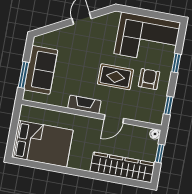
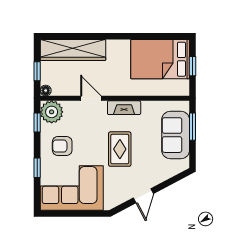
rug: (115, 77) -> (120, 149), moved, turned 90
armchair: (149, 79) -> (62, 146), turned 90
plant: (153, 113) -> (52, 112), added
door: (114, 119) -> (91, 98), hinge flipped
window: (13, 132) -> (193, 66), added

